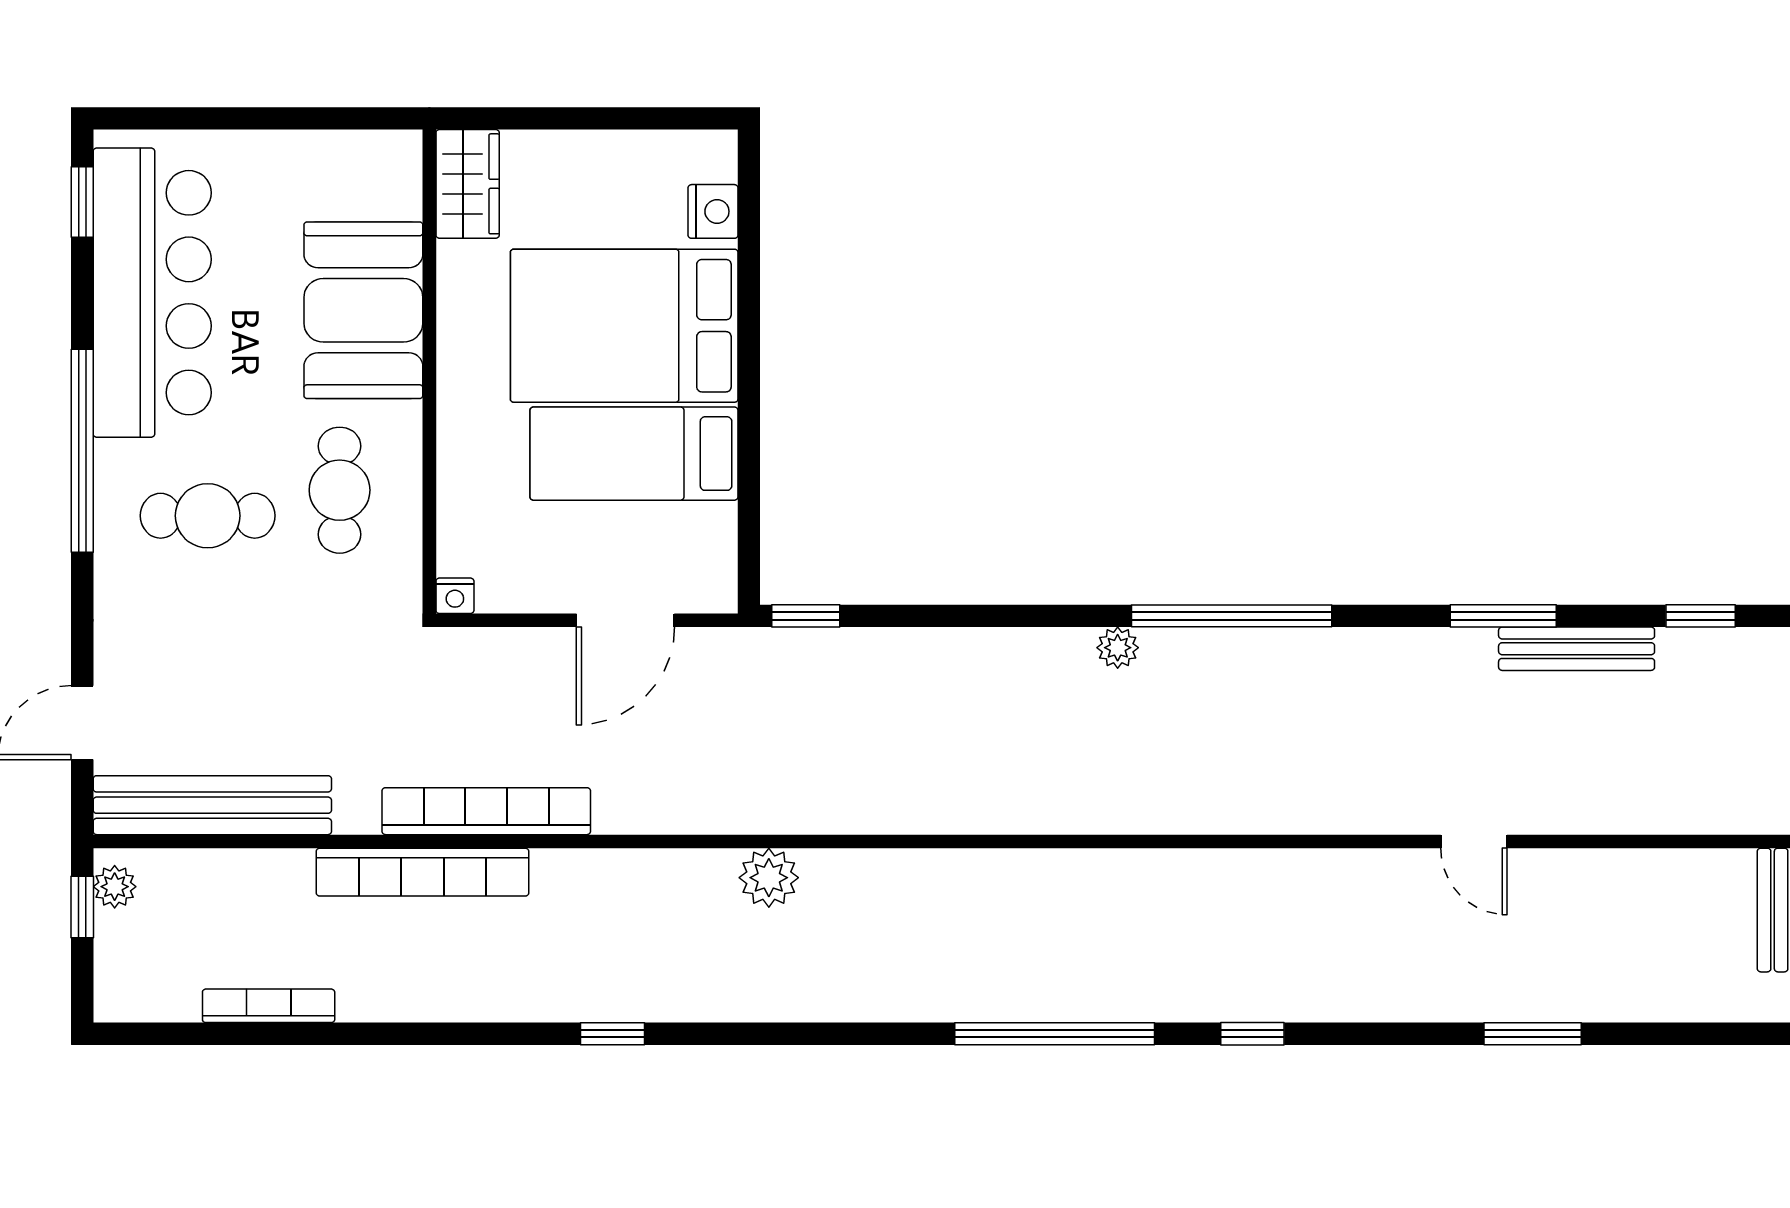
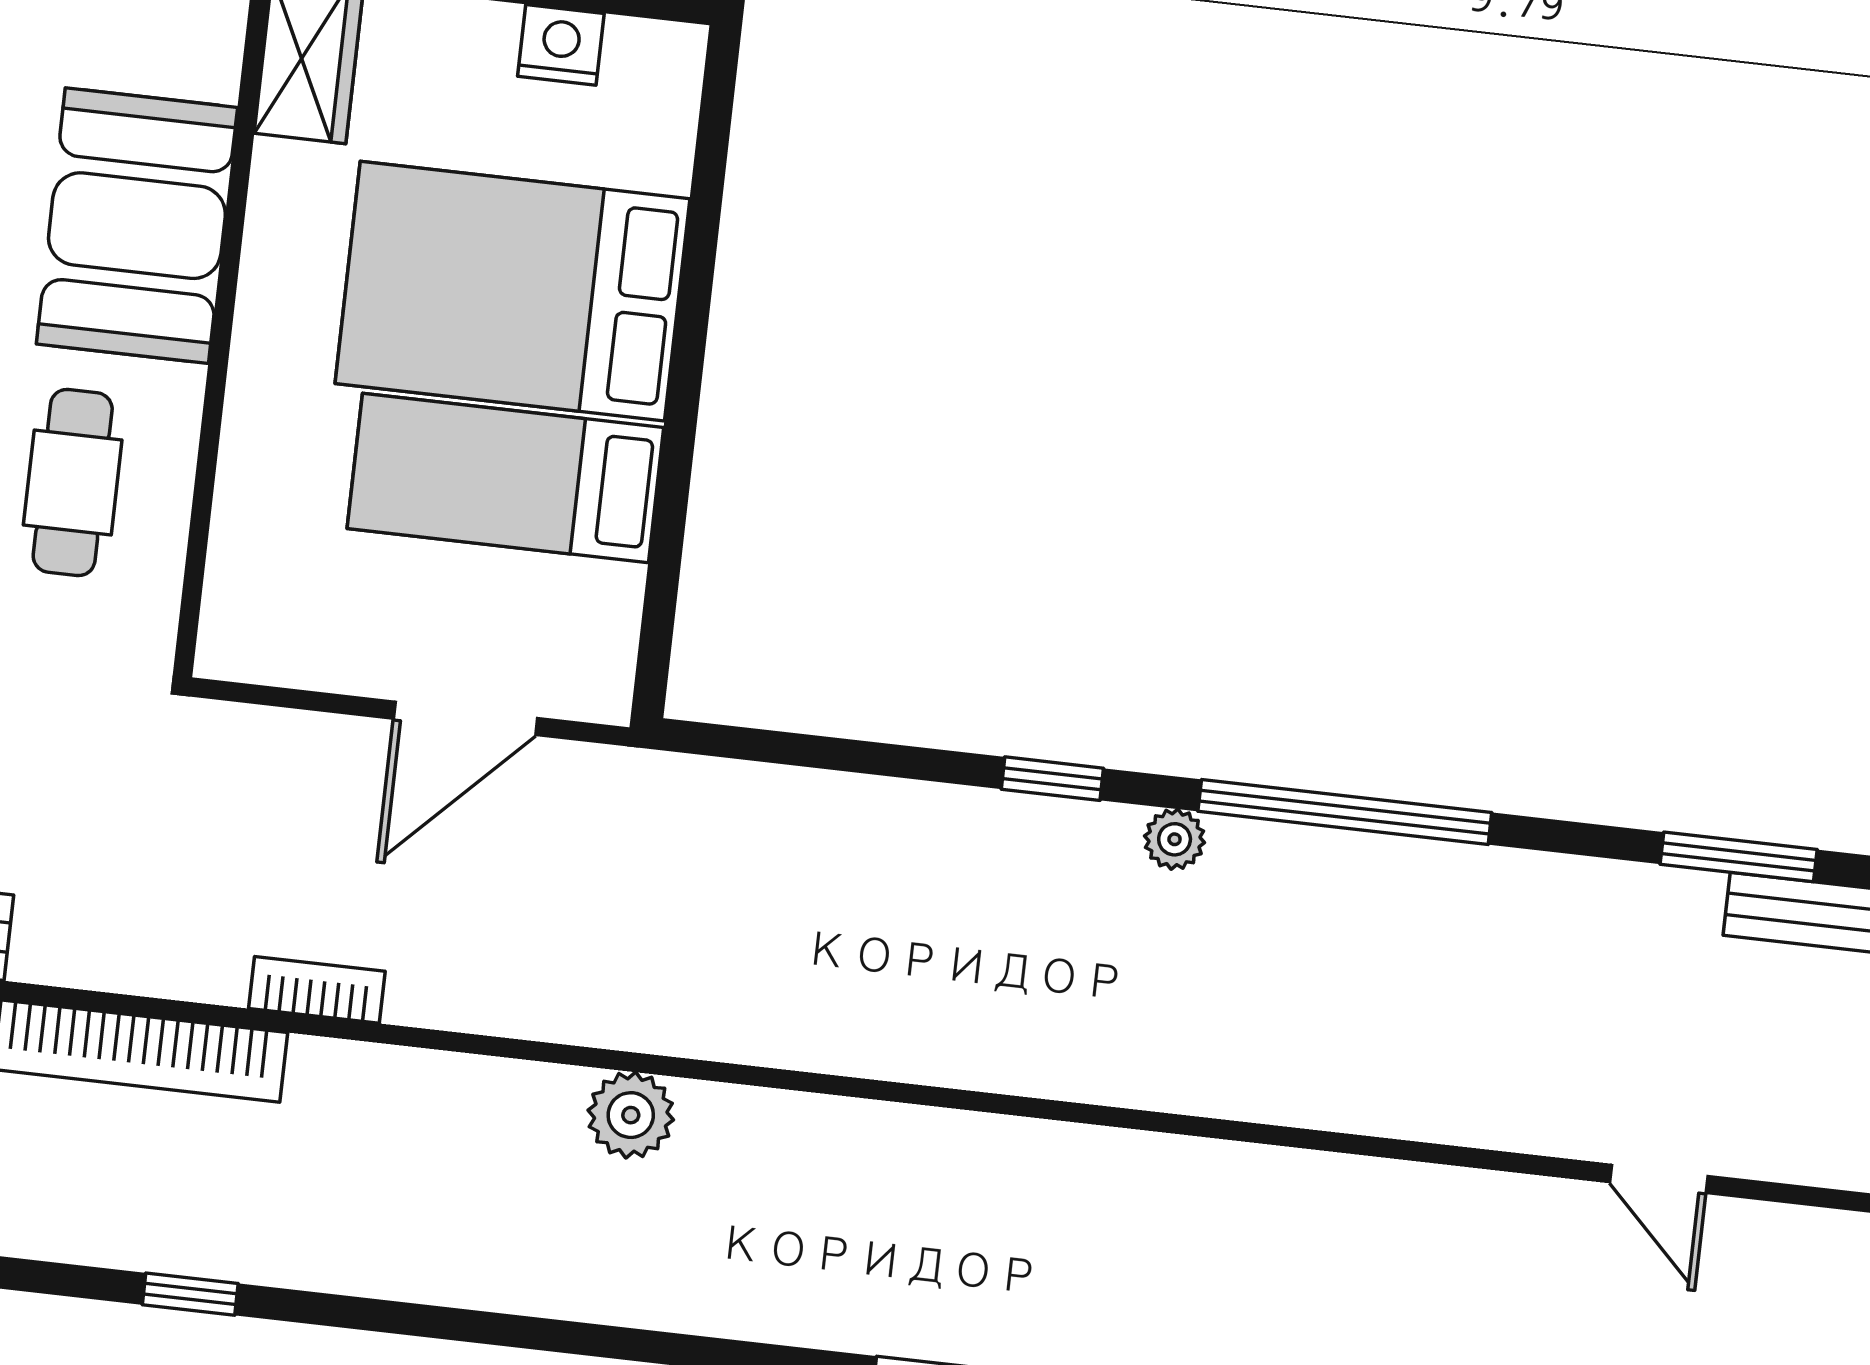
nightstand: (713, 211) -> (561, 45), moved, turned -90
nightstand: (455, 596) -> (222, 655), removed
window: (806, 616) -> (1052, 779), moved
bookcase: (486, 811) -> (317, 990), width x0.43, depth x0.76
window: (612, 1034) -> (190, 1294), moved

